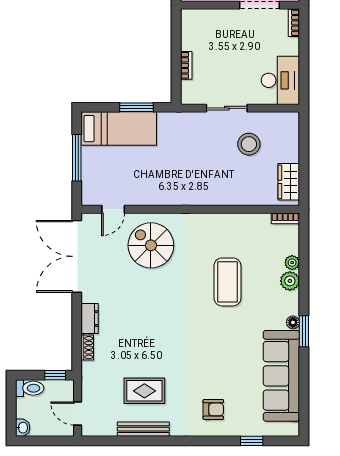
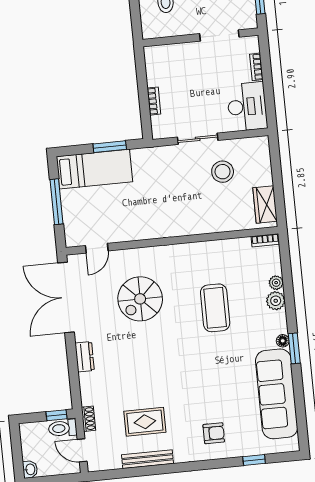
bookcase: (294, 23) -> (256, 67), moved
spiral stairs: (151, 245) -> (140, 299), moved, turned -90
shoe rack: (87, 348) -> (88, 419), moved
toilet: (30, 388) -> (63, 428), moved, turned 180

